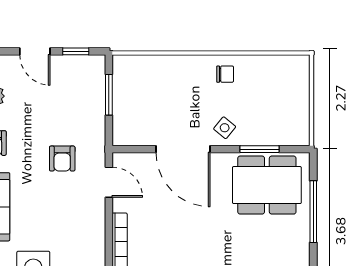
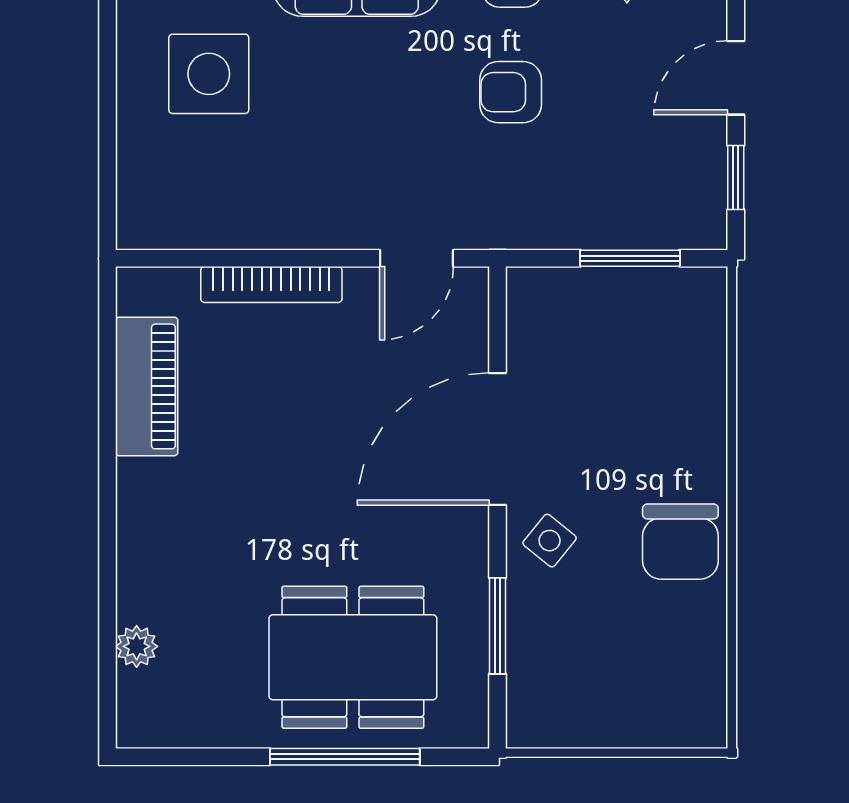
chair: (225, 74) -> (680, 542), width x1.87, depth x1.87
armchair: (62, 159) -> (511, 92), moved
dining table: (267, 185) -> (353, 657), moved, turned 90

